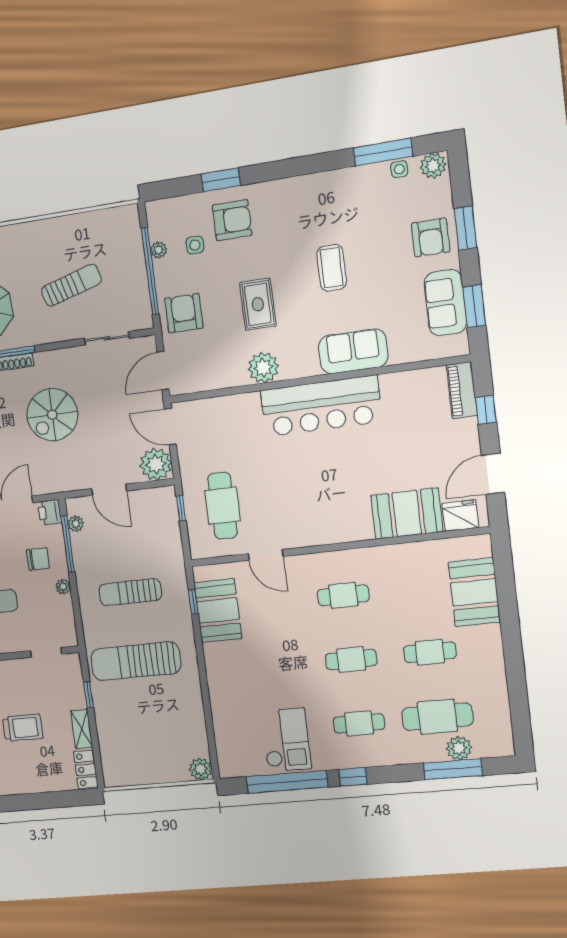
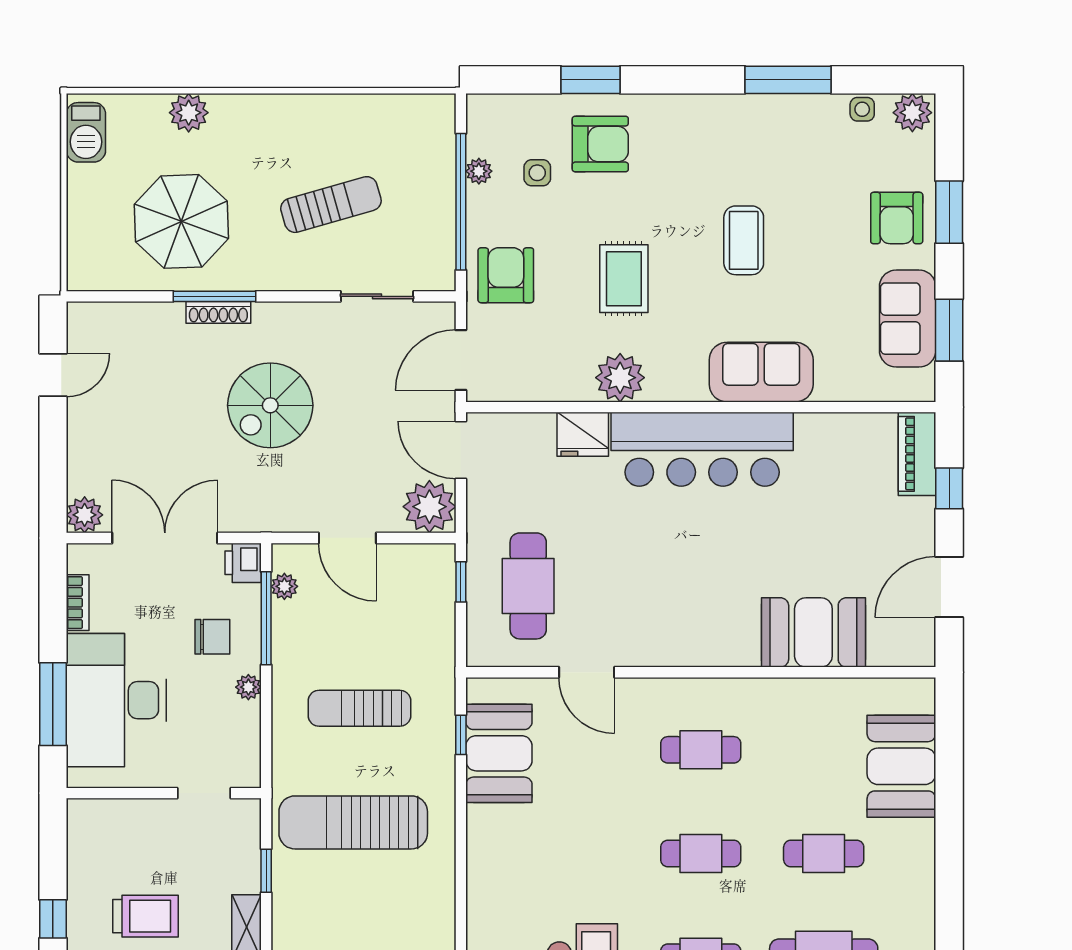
window: (383, 152) -> (788, 80), moved
fridge: (460, 516) -> (583, 434), moved, turned 180

